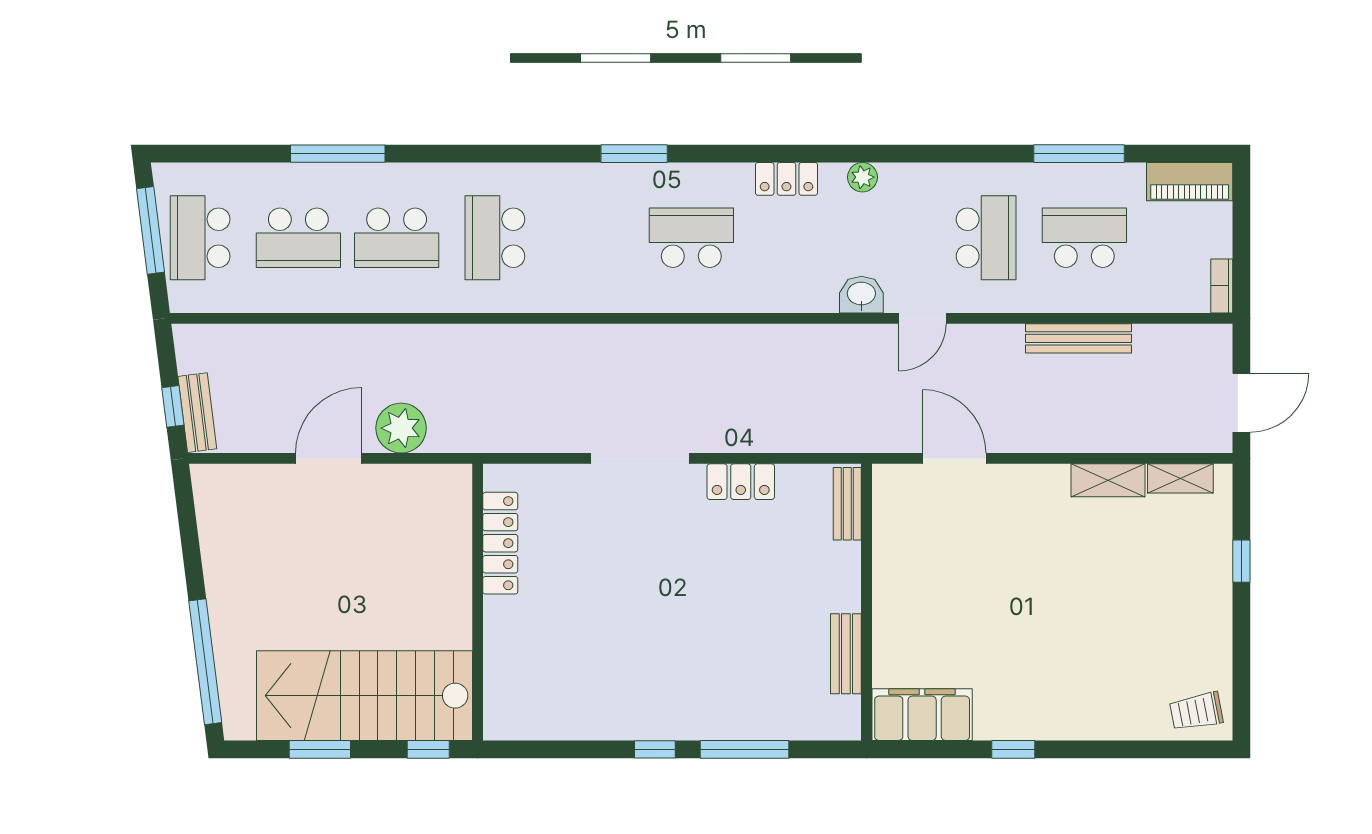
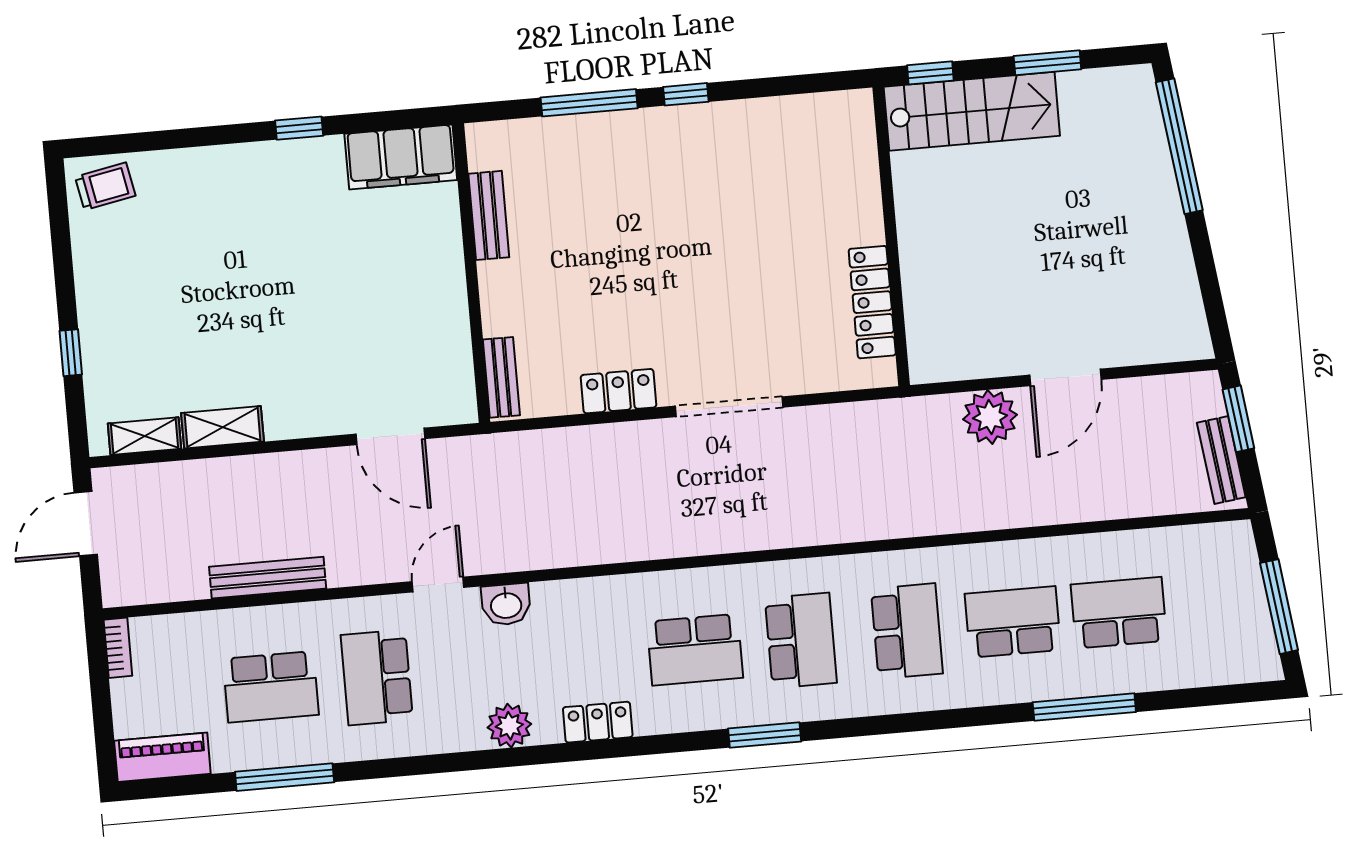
plant: (862, 177) -> (509, 726), width x1.38, depth x1.38
school desk: (200, 238) -> (801, 640), moved
window: (173, 406) -> (1238, 419), width x1.50
bench: (197, 413) -> (1221, 460), moved
stairs: (365, 696) -> (972, 111), width x0.73, depth x0.66

